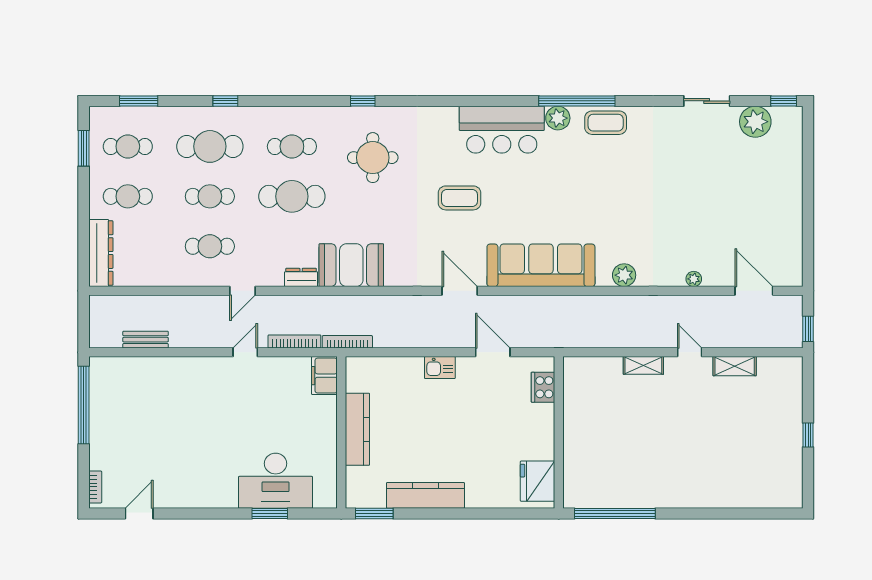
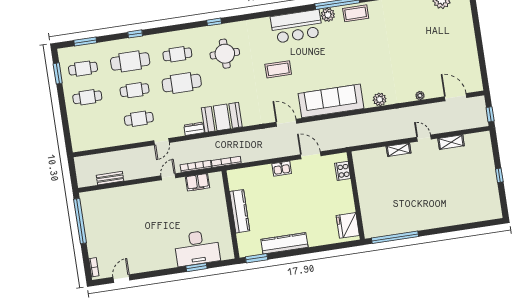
dresser: (101, 253) -> (77, 132), removed
filing cabinet: (324, 376) -> (198, 182), moved, turned -90

